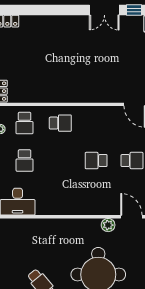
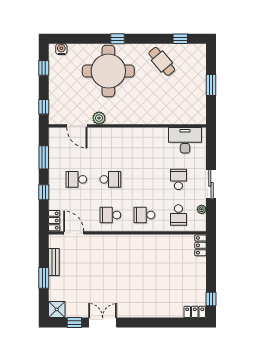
school desk: (25, 123) -> (178, 215), turned 180
school desk: (96, 123) -> (110, 215), added

